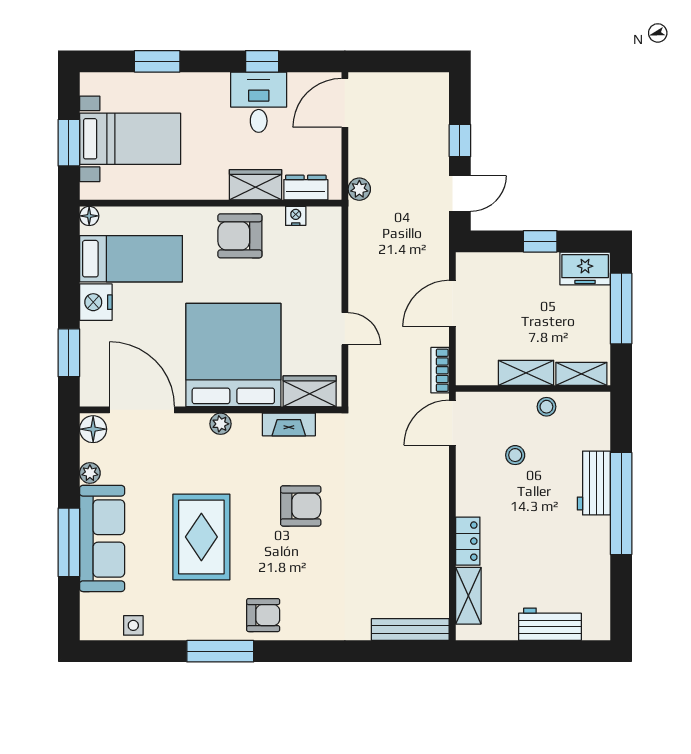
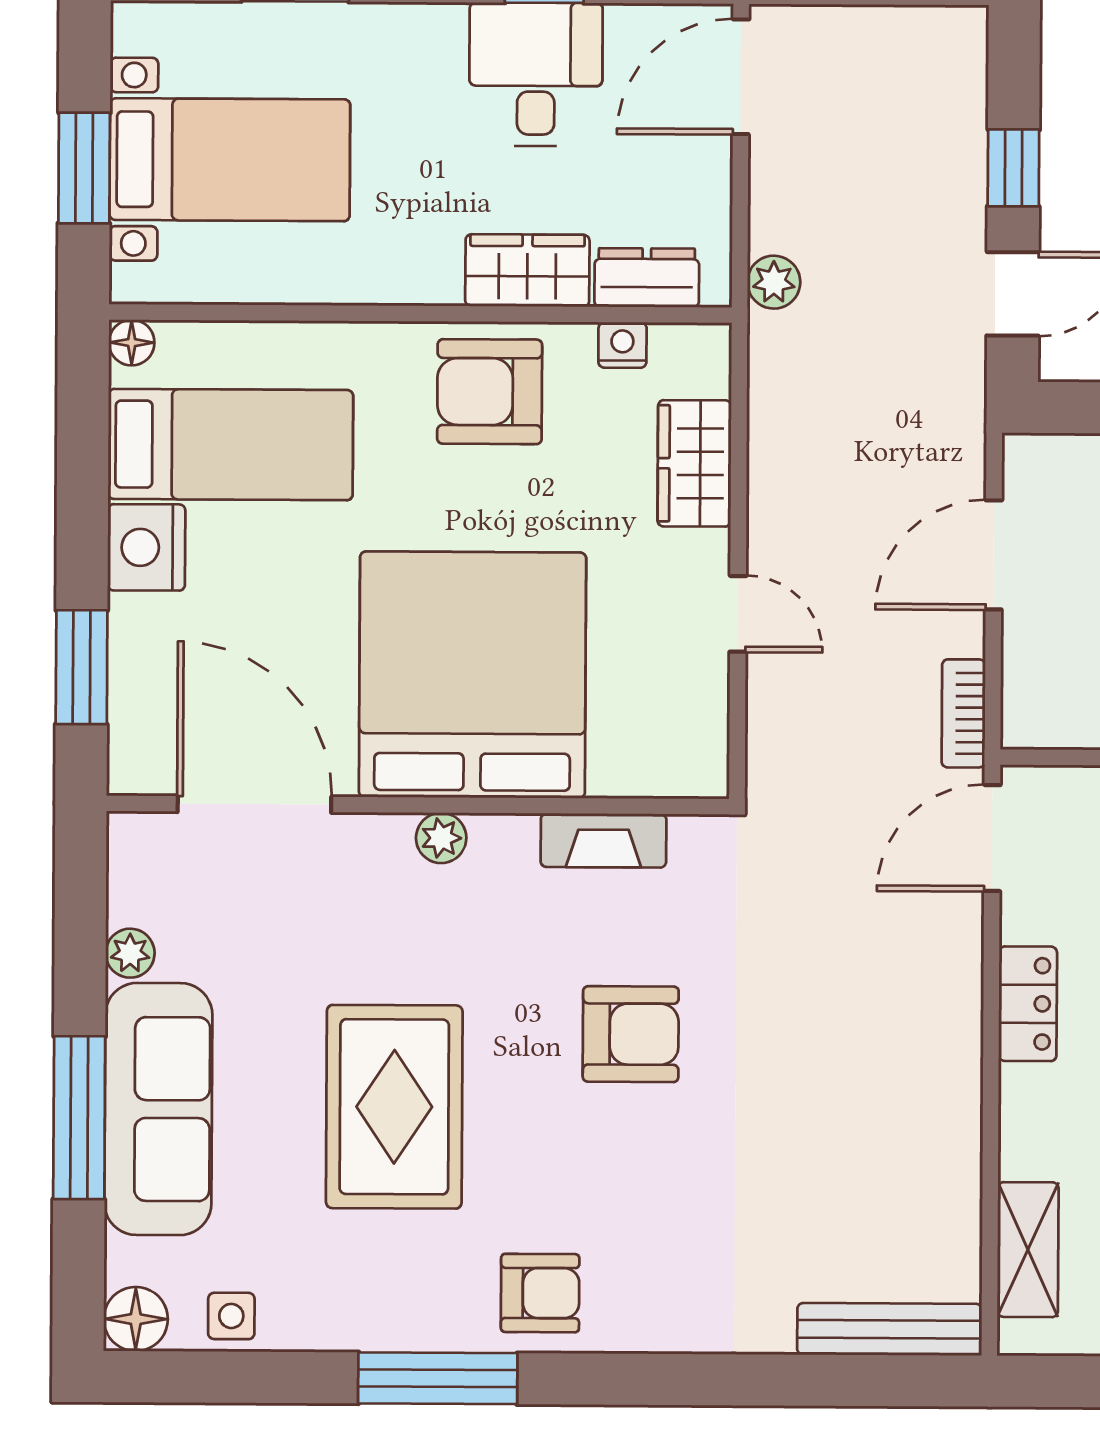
wardrobe: (310, 391) -> (694, 463), moved, turned -90
floor lamp: (93, 429) -> (136, 1319), moved
locker: (468, 541) -> (1028, 1004), moved

